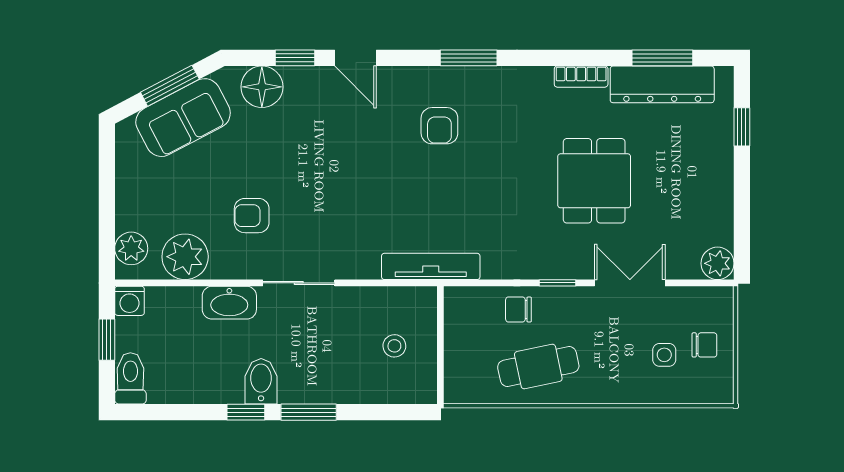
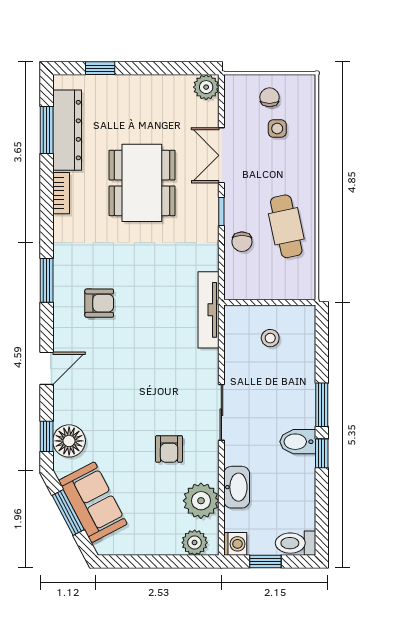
window: (295, 58) -> (47, 436), moved
dining table: (594, 181) -> (142, 183), width x1.38
washbasin: (229, 303) -> (237, 487), moved

